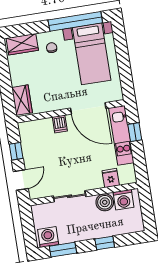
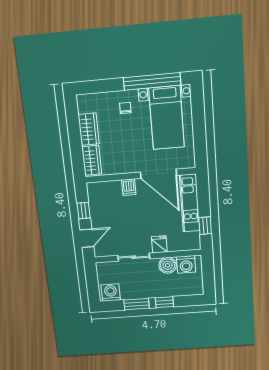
wardrobe: (22, 44) -> (89, 129), moved, turned -90
window: (135, 132) -> (205, 226), moved
fridge: (111, 178) -> (159, 244), moved
window: (63, 250) -> (137, 304), moved

